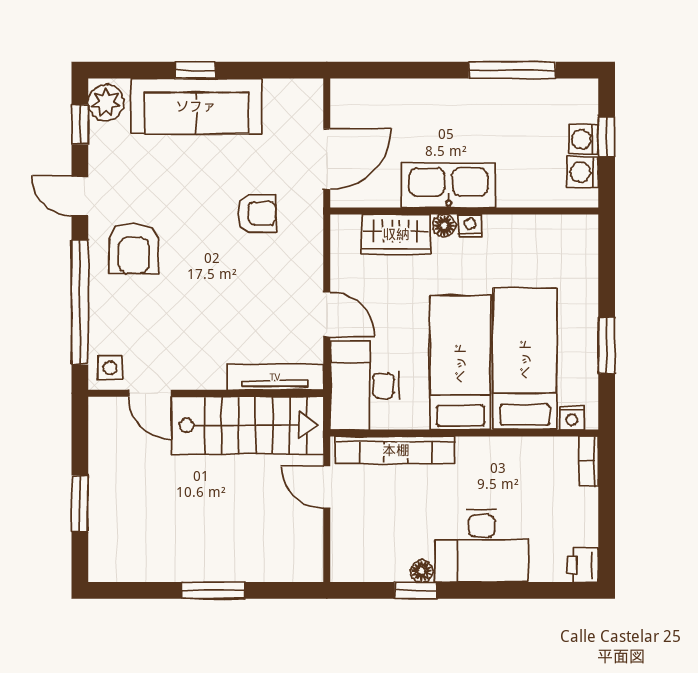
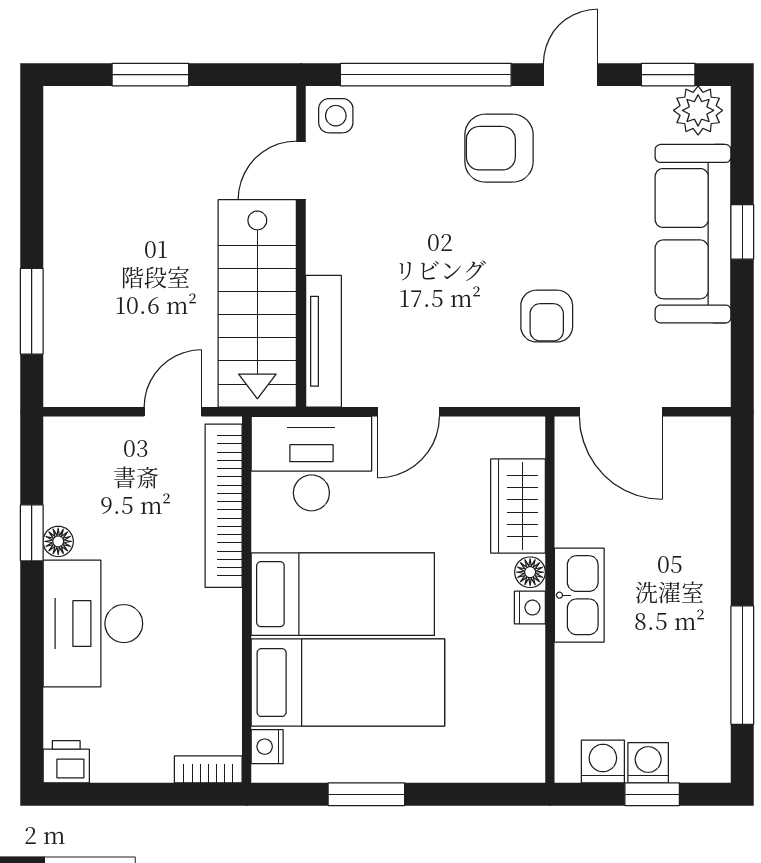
kitchen sink: (448, 185) -> (579, 595), width x0.73, depth x0.81
window: (213, 590) -> (32, 311), moved

